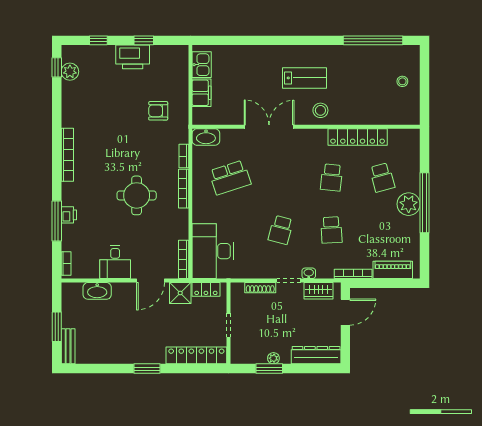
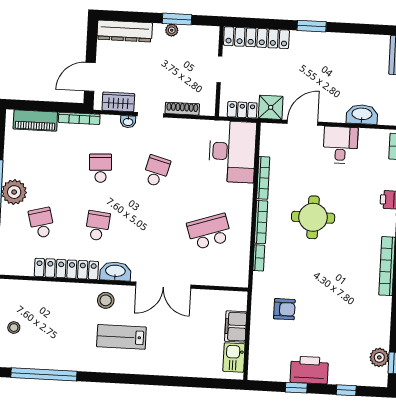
washbasin: (206, 137) -> (115, 271), moved
bookcase: (184, 259) -> (263, 178), moved

